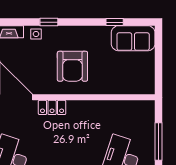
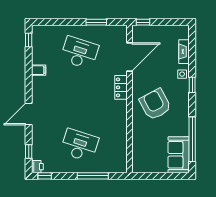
window: (115, 22) -> (192, 139), width x3.17
armchair: (72, 66) -> (155, 104), turned 62

